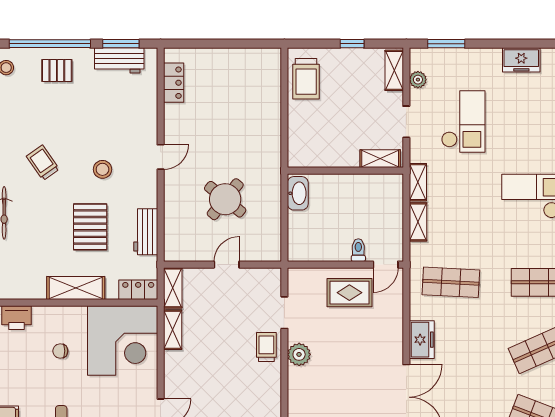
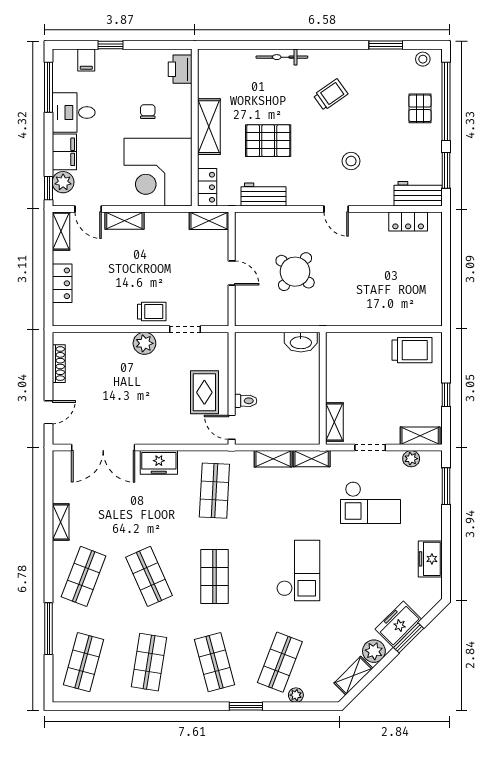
workbench: (119, 60) -> (418, 194), moved, turned 90
trolley: (306, 79) -> (412, 350), turned 180
stool: (102, 169) -> (351, 161), moved
shelving: (173, 330) -> (124, 221), moved

